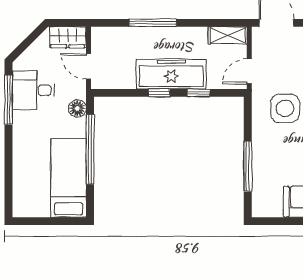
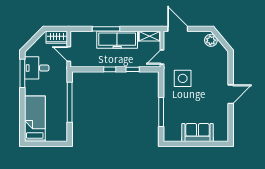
freezer: (171, 74) -> (117, 40), moved, turned 180
floor lamp: (77, 108) -> (62, 79), removed
bed: (68, 178) -> (35, 119), moved

